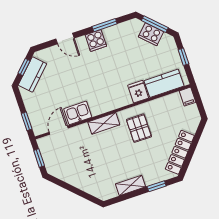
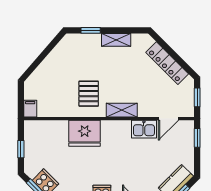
kitchen counter: (164, 83) -> (49, 129), removed
fridge: (138, 92) -> (85, 133), width x1.88, depth x1.34
locker: (180, 152) -> (167, 63), moved, turned 94

